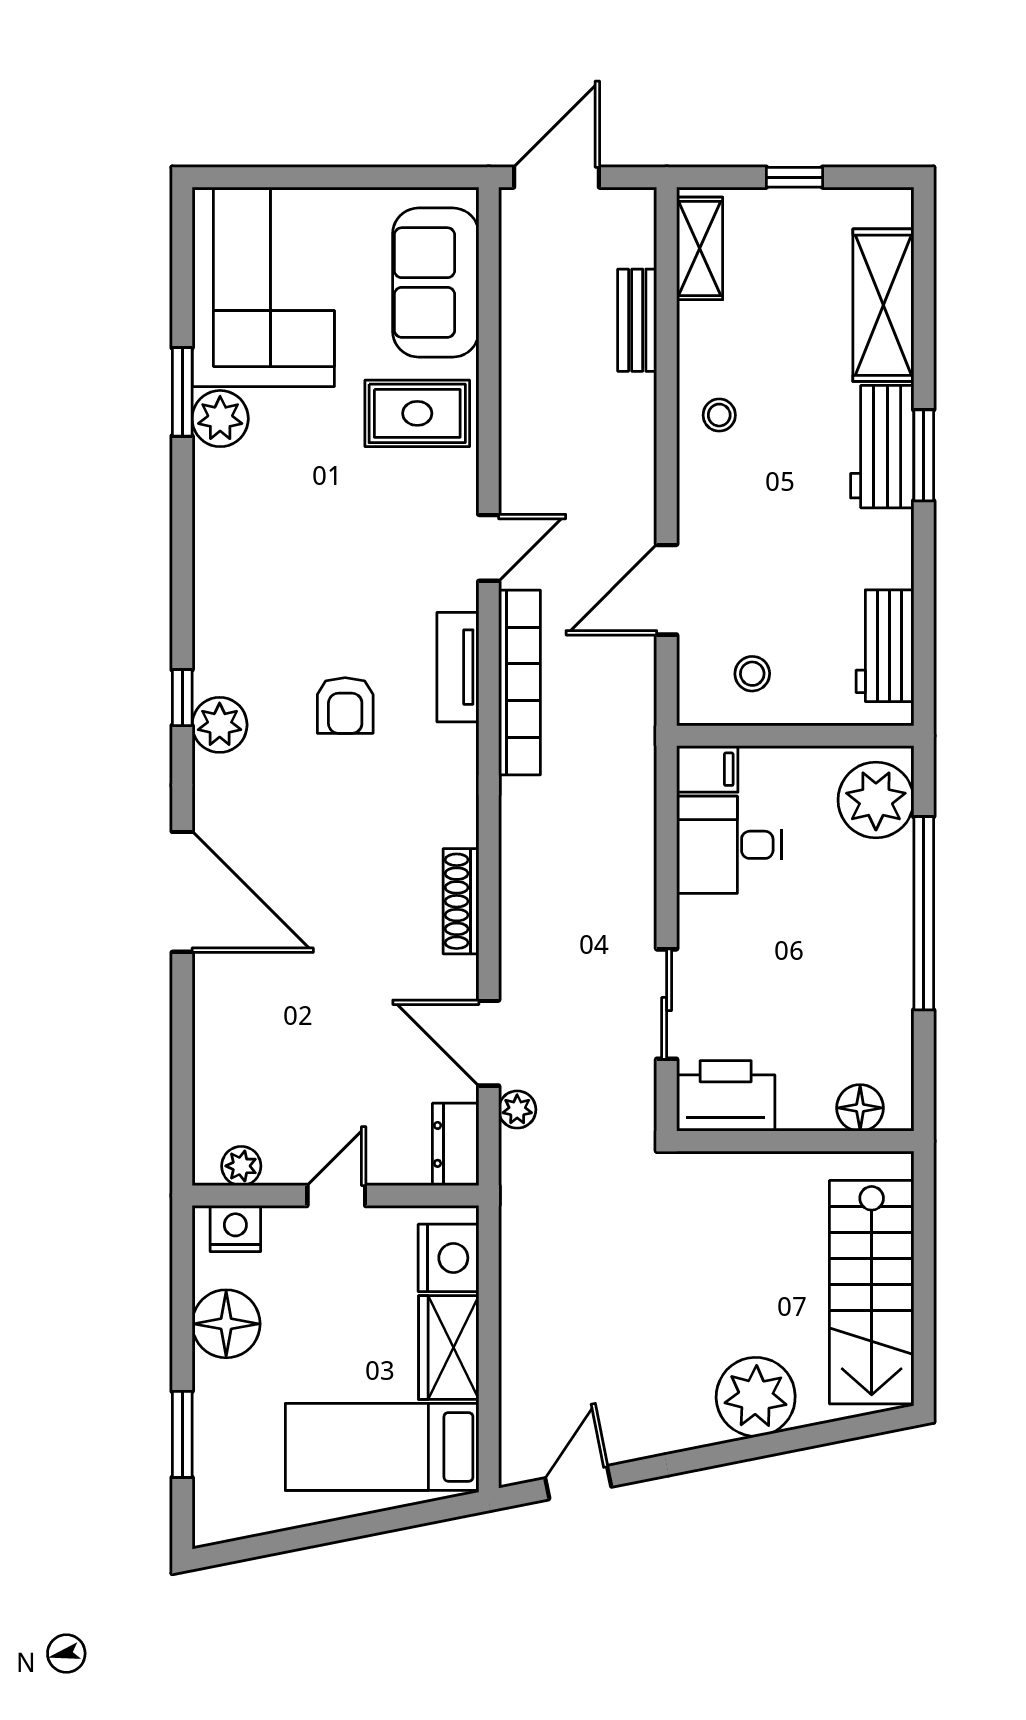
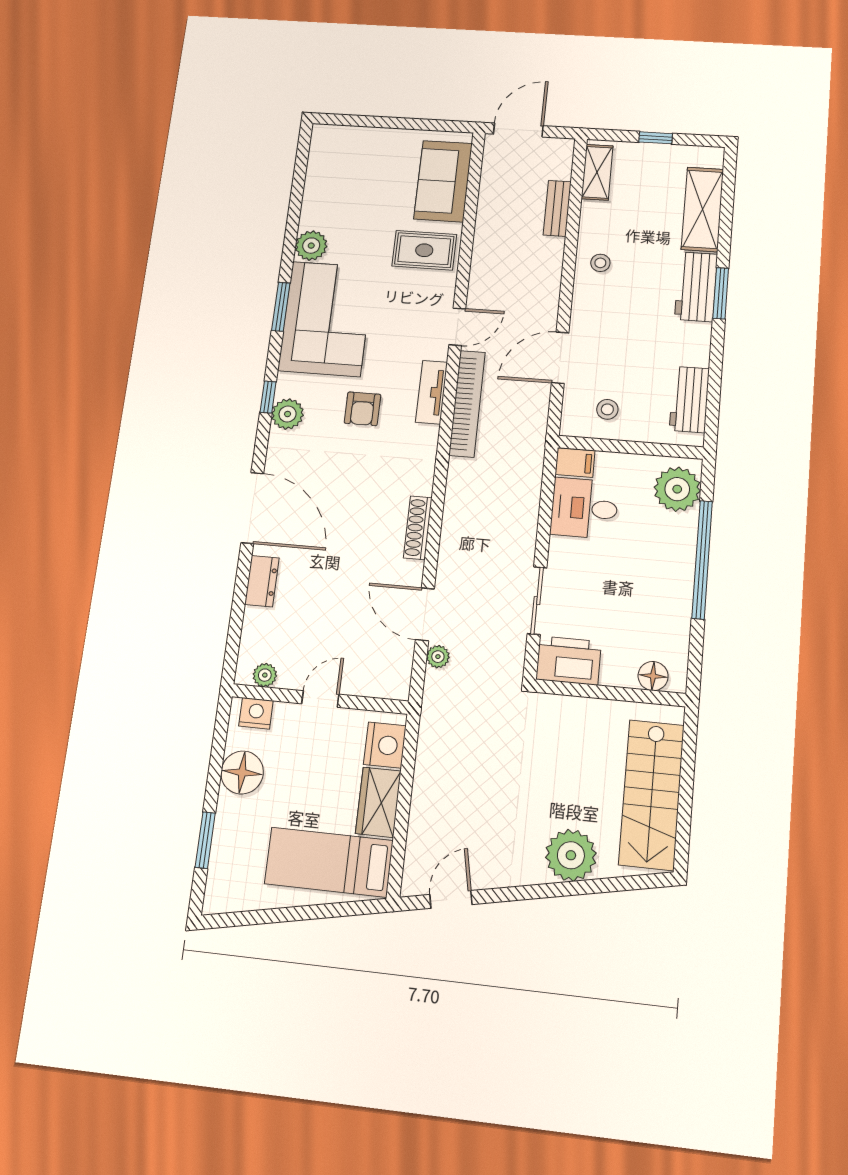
corner sofa: (263, 287) -> (326, 319), moved
window: (182, 392) -> (281, 307), moved
dresser: (456, 1144) -> (262, 581), moved, turned 180

